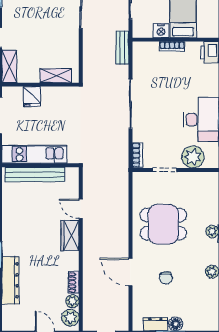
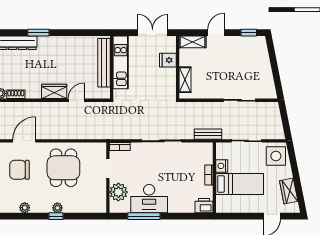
chair: (166, 278) -> (20, 170), width x1.87, depth x1.87

